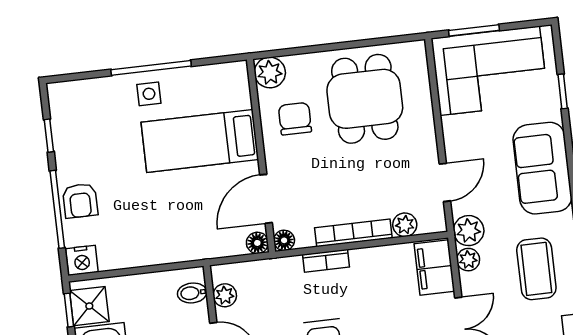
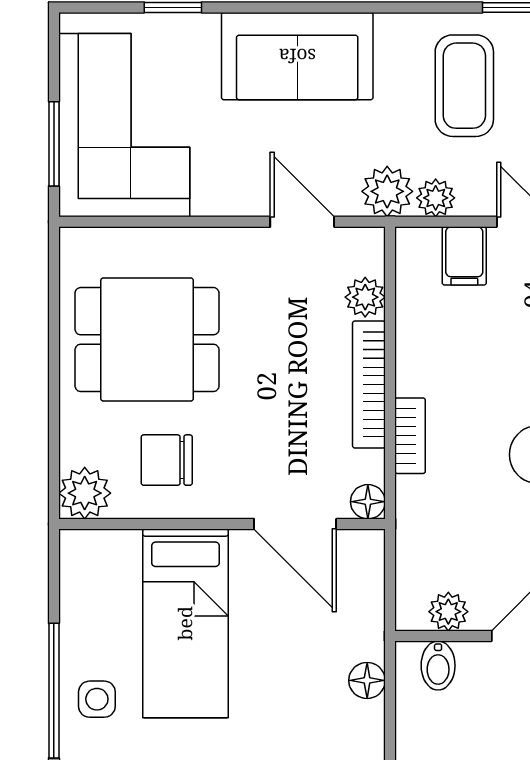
floor lamp: (257, 243) -> (367, 680), moved
filing cabinet: (434, 268) -> (464, 256), width x0.50
coffee table: (536, 269) -> (464, 86), turned 90

